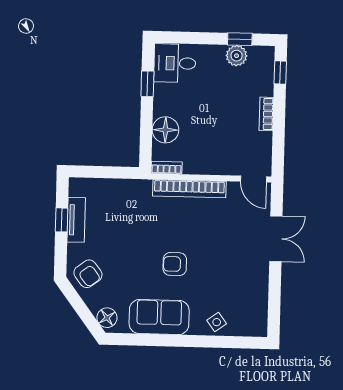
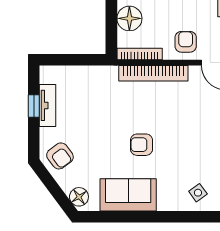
armchair: (224, 156) -> (186, 42), added
bookcase: (167, 168) -> (140, 54), width x1.56
side table: (217, 322) -> (198, 193), moved

